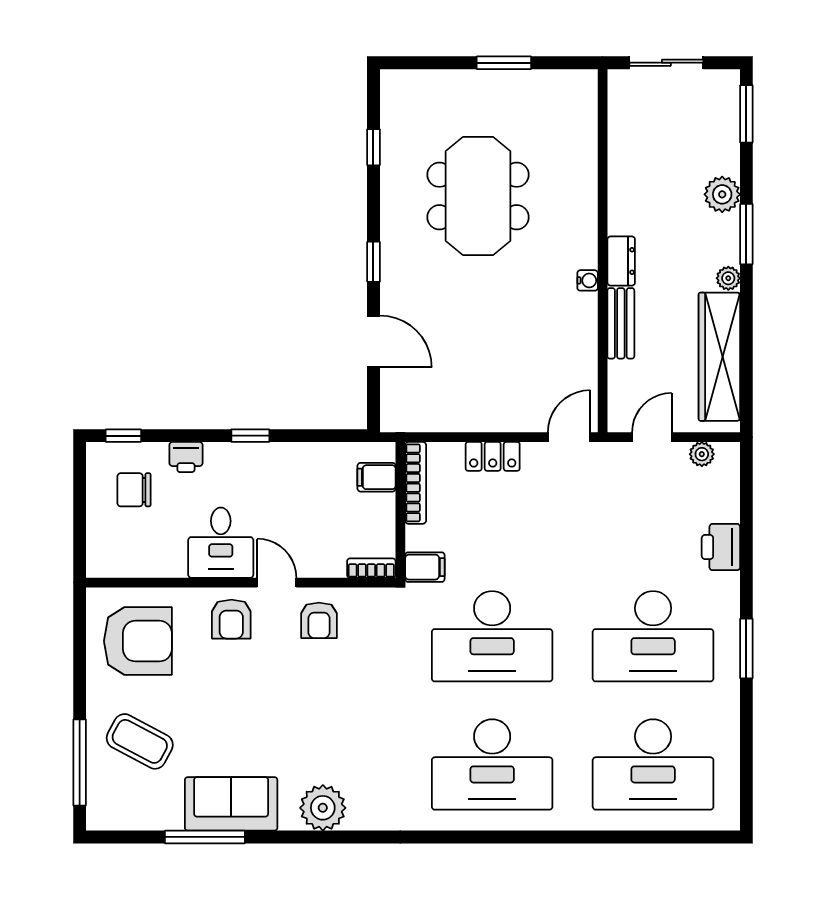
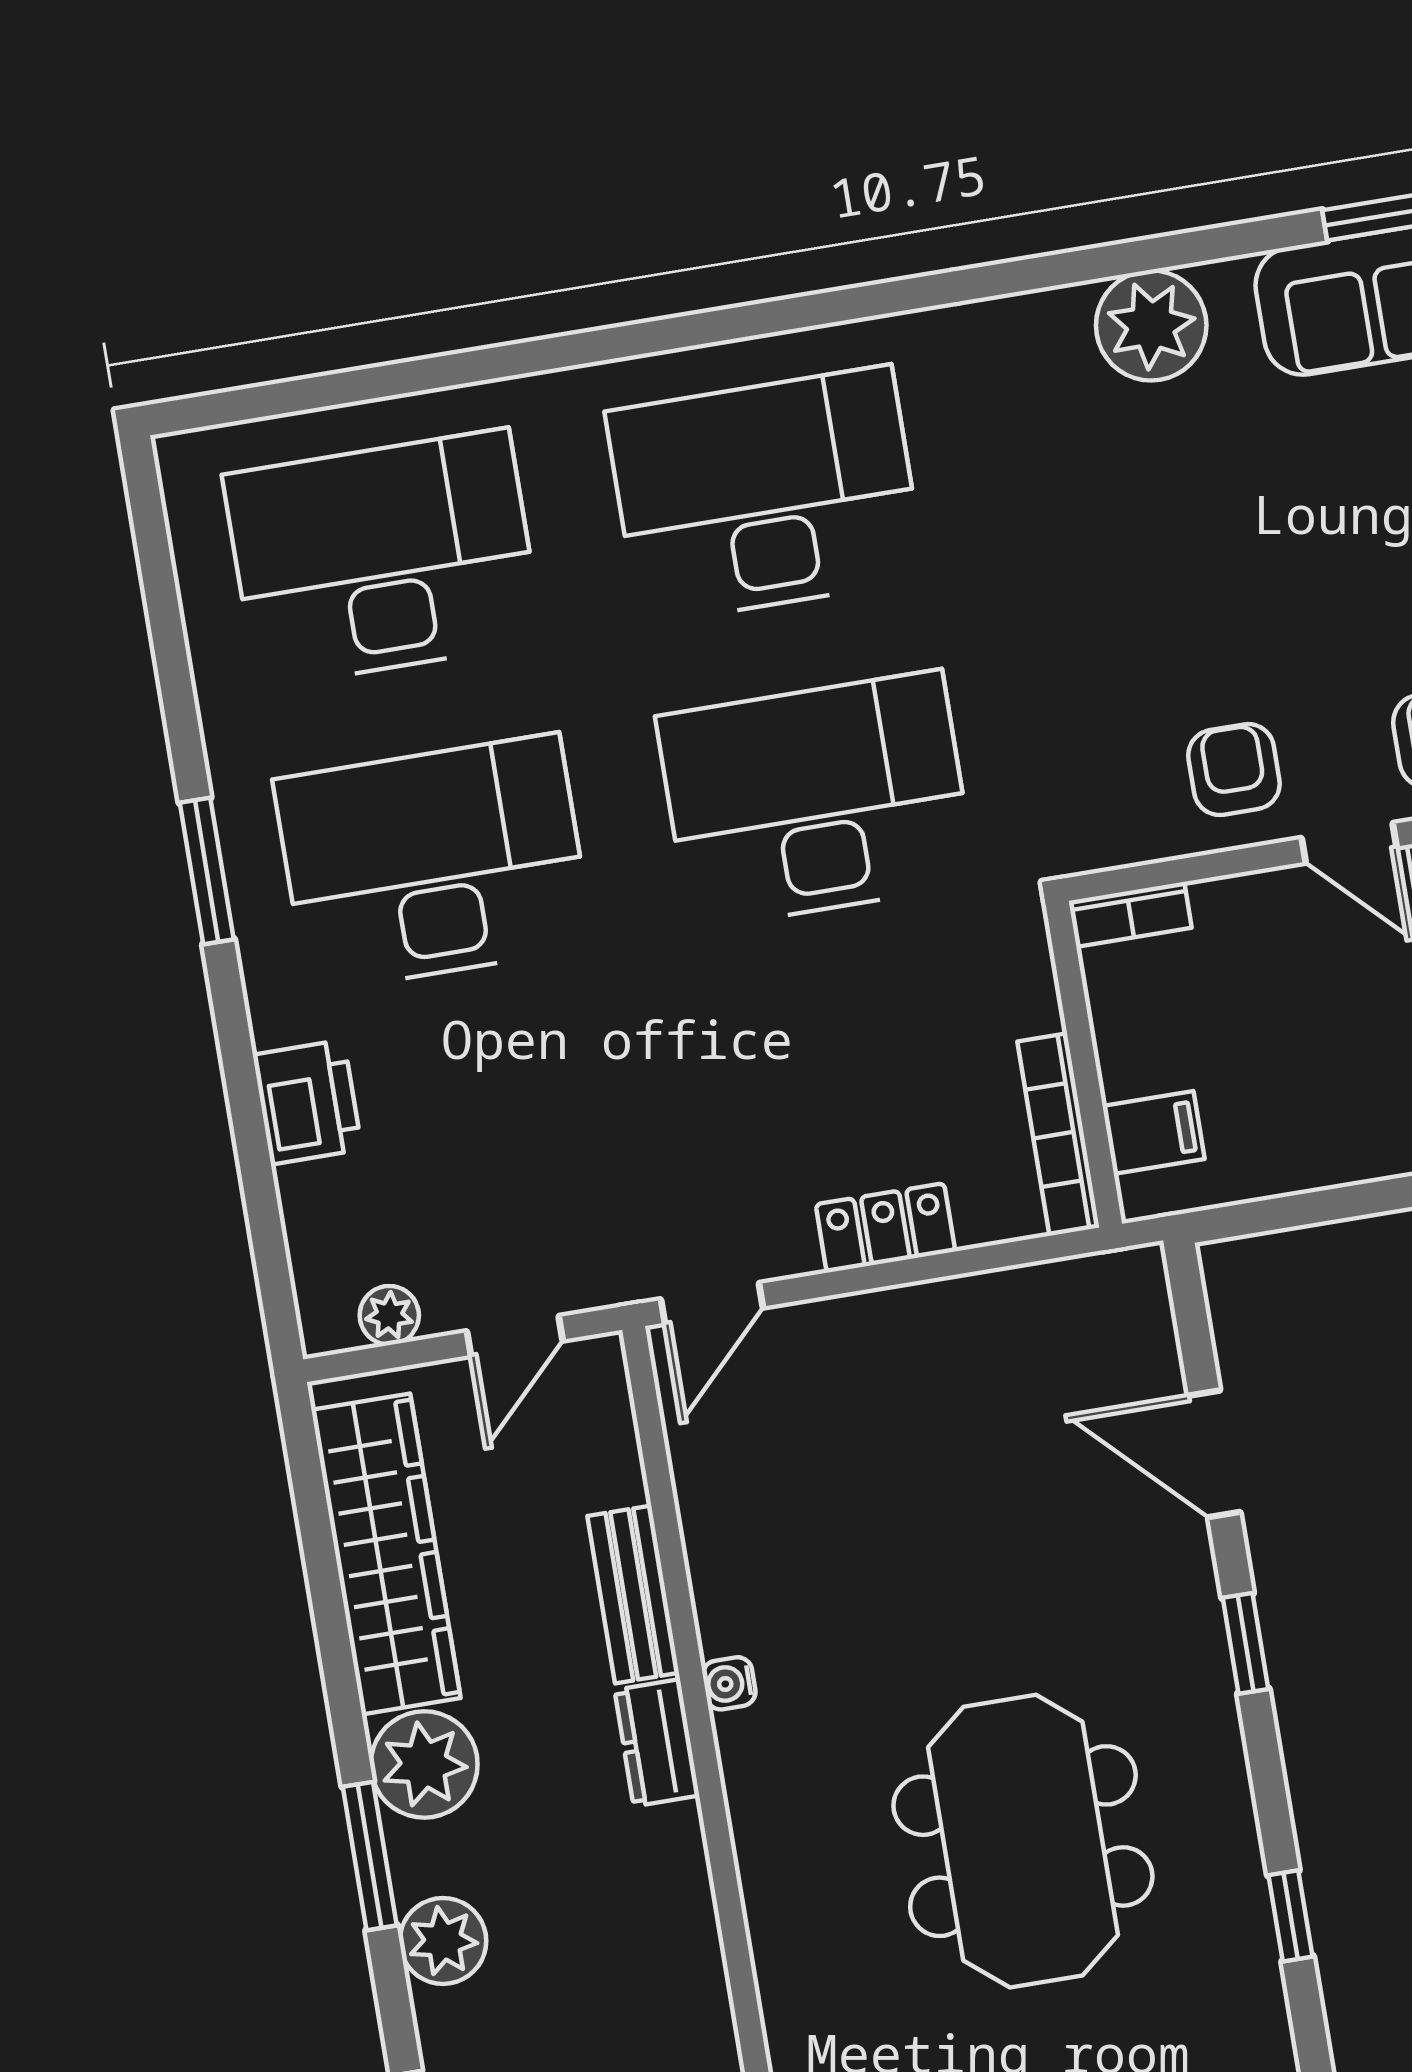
plant: (728, 278) -> (424, 1764), width x1.87, depth x1.87
filing cabinet: (425, 567) -> (1003, 938), removed

